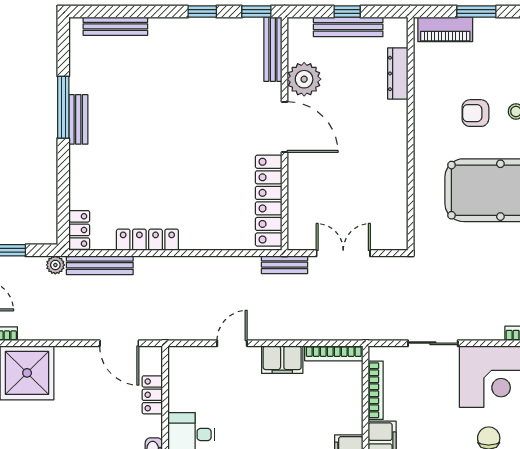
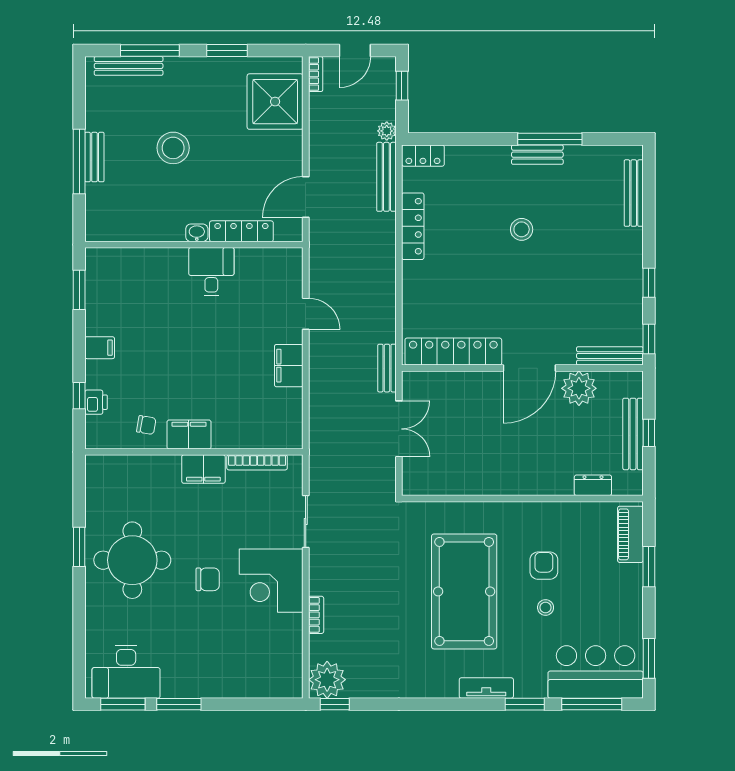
dresser: (398, 73) -> (593, 485), width x0.70
stool: (150, 135) -> (522, 229), added
bookcase: (334, 353) -> (295, 419), removed
locker: (152, 395) -> (241, 231), width x1.53

